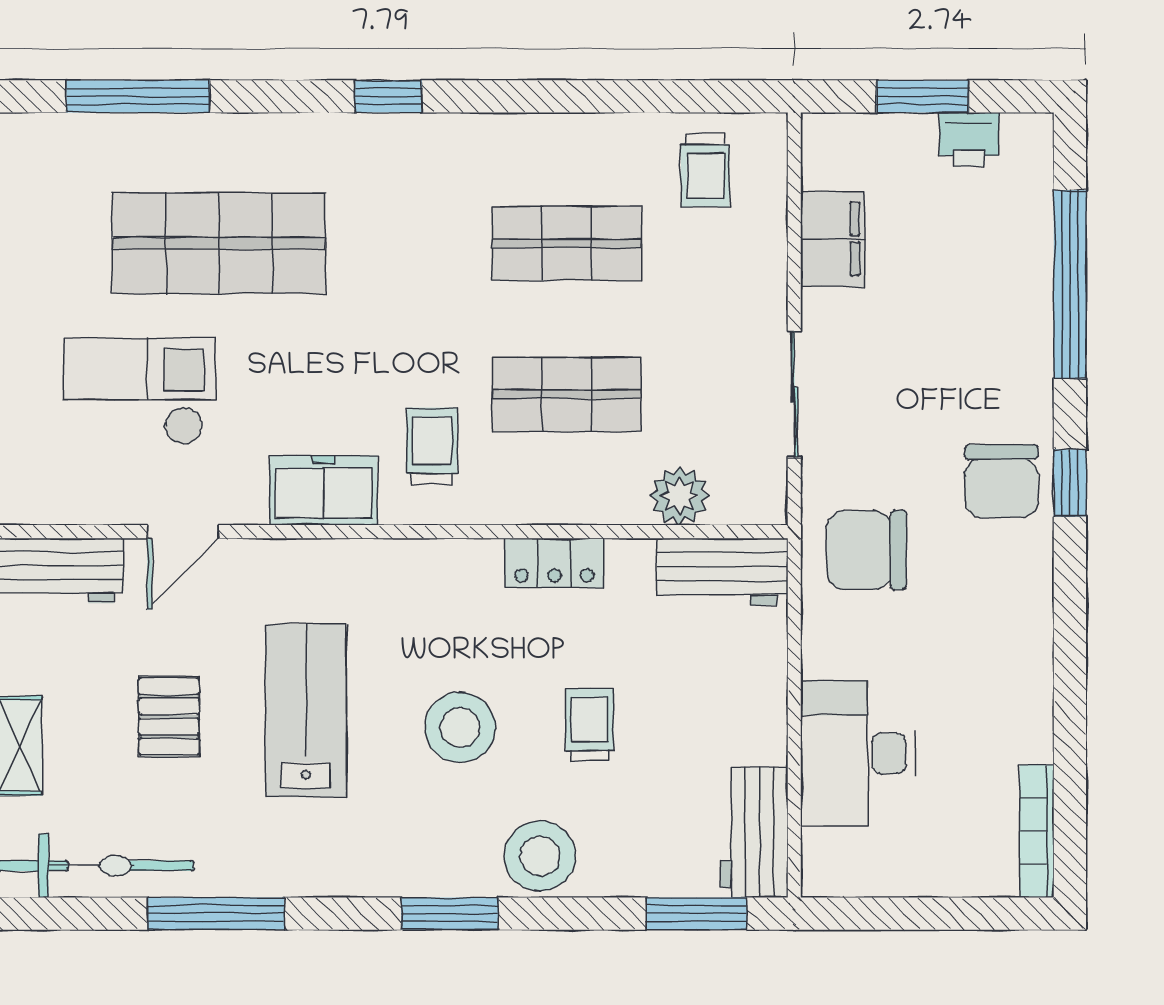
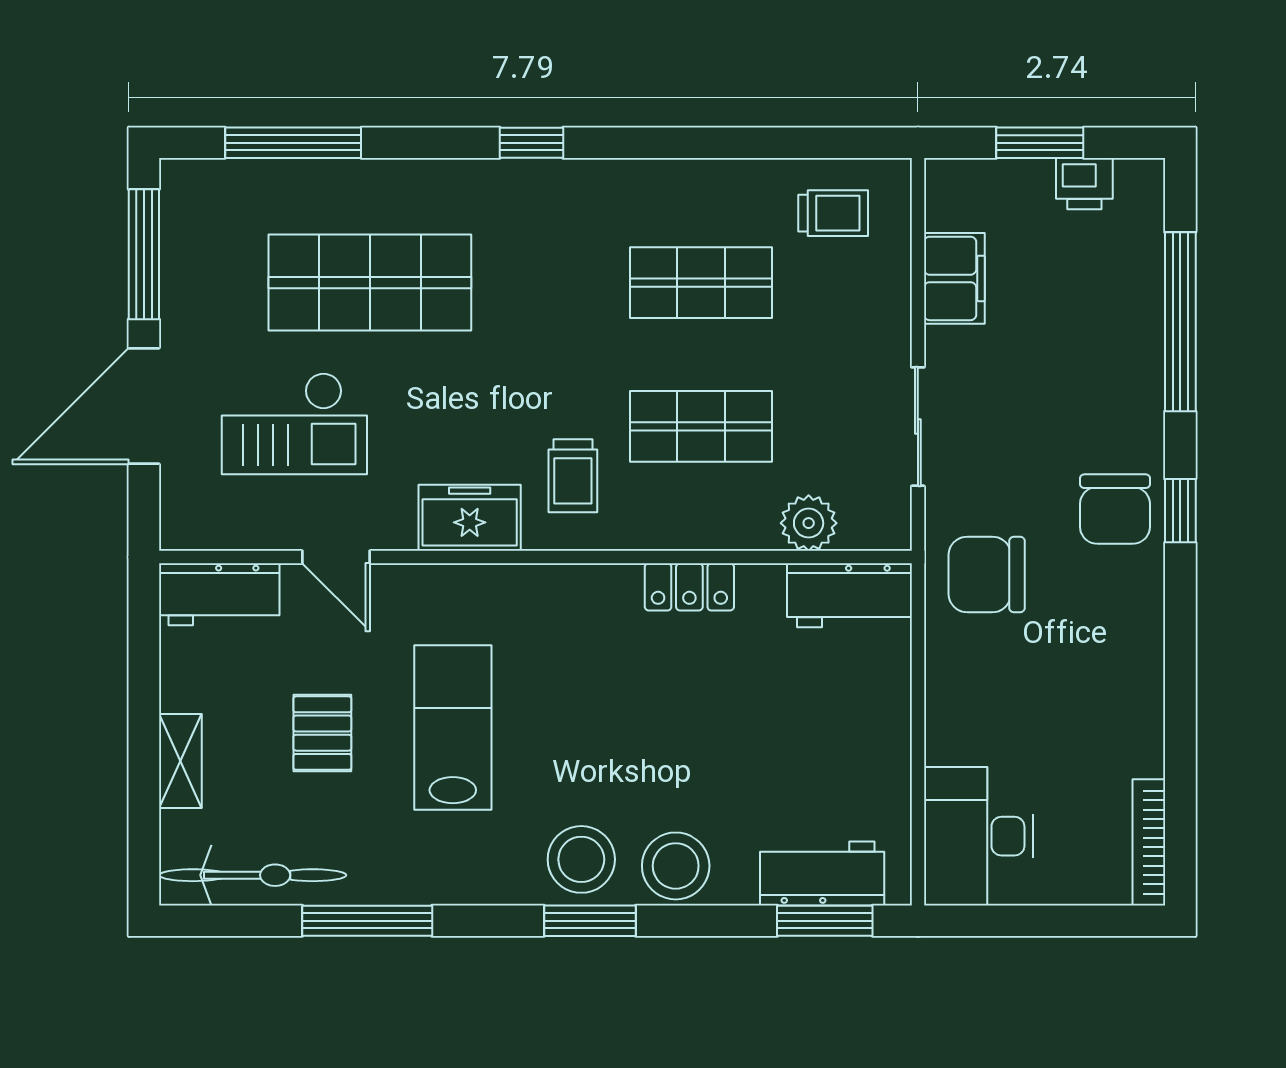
trolley: (705, 170) -> (833, 213), turned -90
checkout: (140, 391) -> (294, 424), turned 180
trolley: (432, 446) -> (573, 476), turned 180
door: (183, 532) -> (336, 557), hinge flipped
trolley: (590, 725) -> (723, 741), removed
stool: (460, 727) -> (581, 859), moved
desk: (858, 753) -> (979, 836), moved
workbench: (754, 832) -> (822, 874), moved, turned 90

